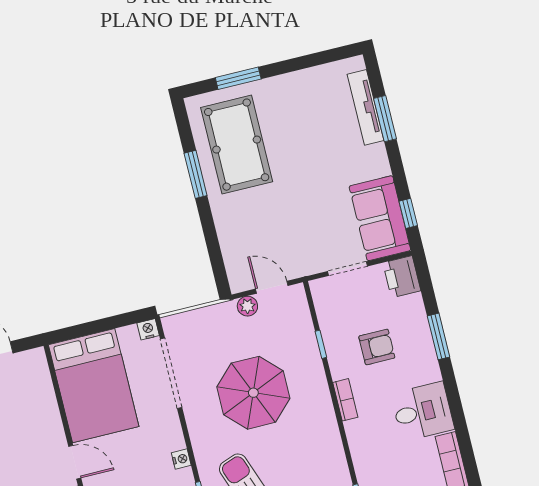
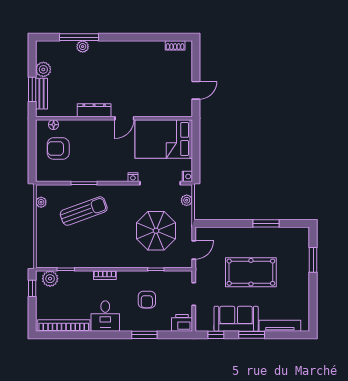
window: (385, 119) -> (252, 335), moved
pool table: (237, 145) -> (251, 272), moved
sofa: (380, 218) -> (236, 319), moved
plant: (247, 306) -> (187, 200), moved
parasol: (253, 393) -> (156, 231), moved
bookcase: (345, 400) -> (105, 275), moved
nightstand: (181, 459) -> (133, 177), moved

